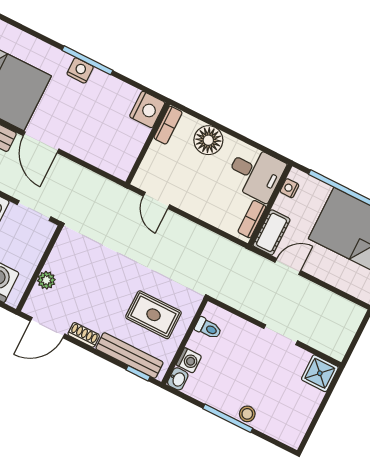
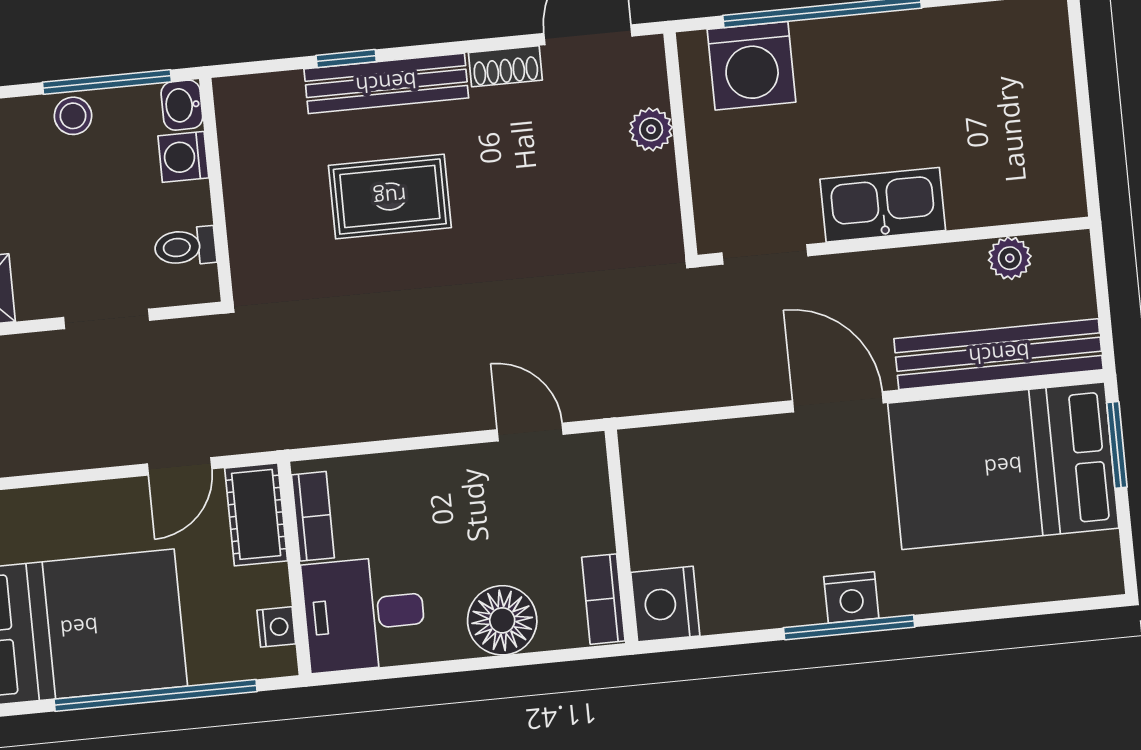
toilet: (208, 328) -> (185, 247), moved
wall: (185, 341) -> (216, 190), moved
washing machine: (189, 360) -> (183, 157), moved
washbasin: (178, 379) -> (182, 105), moved

